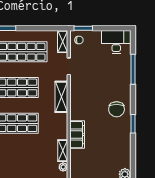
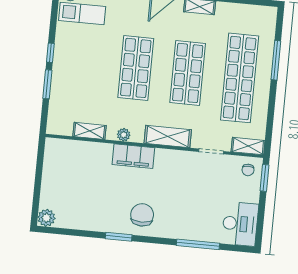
chair: (117, 109) -> (142, 215), turned 90
filing cabinet: (77, 135) -> (133, 156), moved
plant: (63, 167) -> (124, 135), moved

